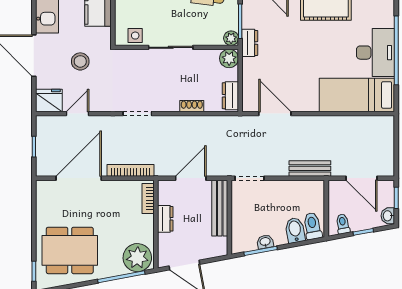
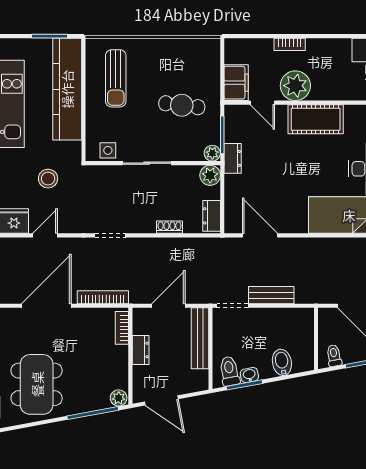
bench: (310, 168) -> (271, 295), moved
toilet: (313, 226) -> (229, 371), moved
dining table: (70, 250) -> (37, 384), turned 90
plant: (137, 258) -> (119, 398), width x0.53, depth x0.53

